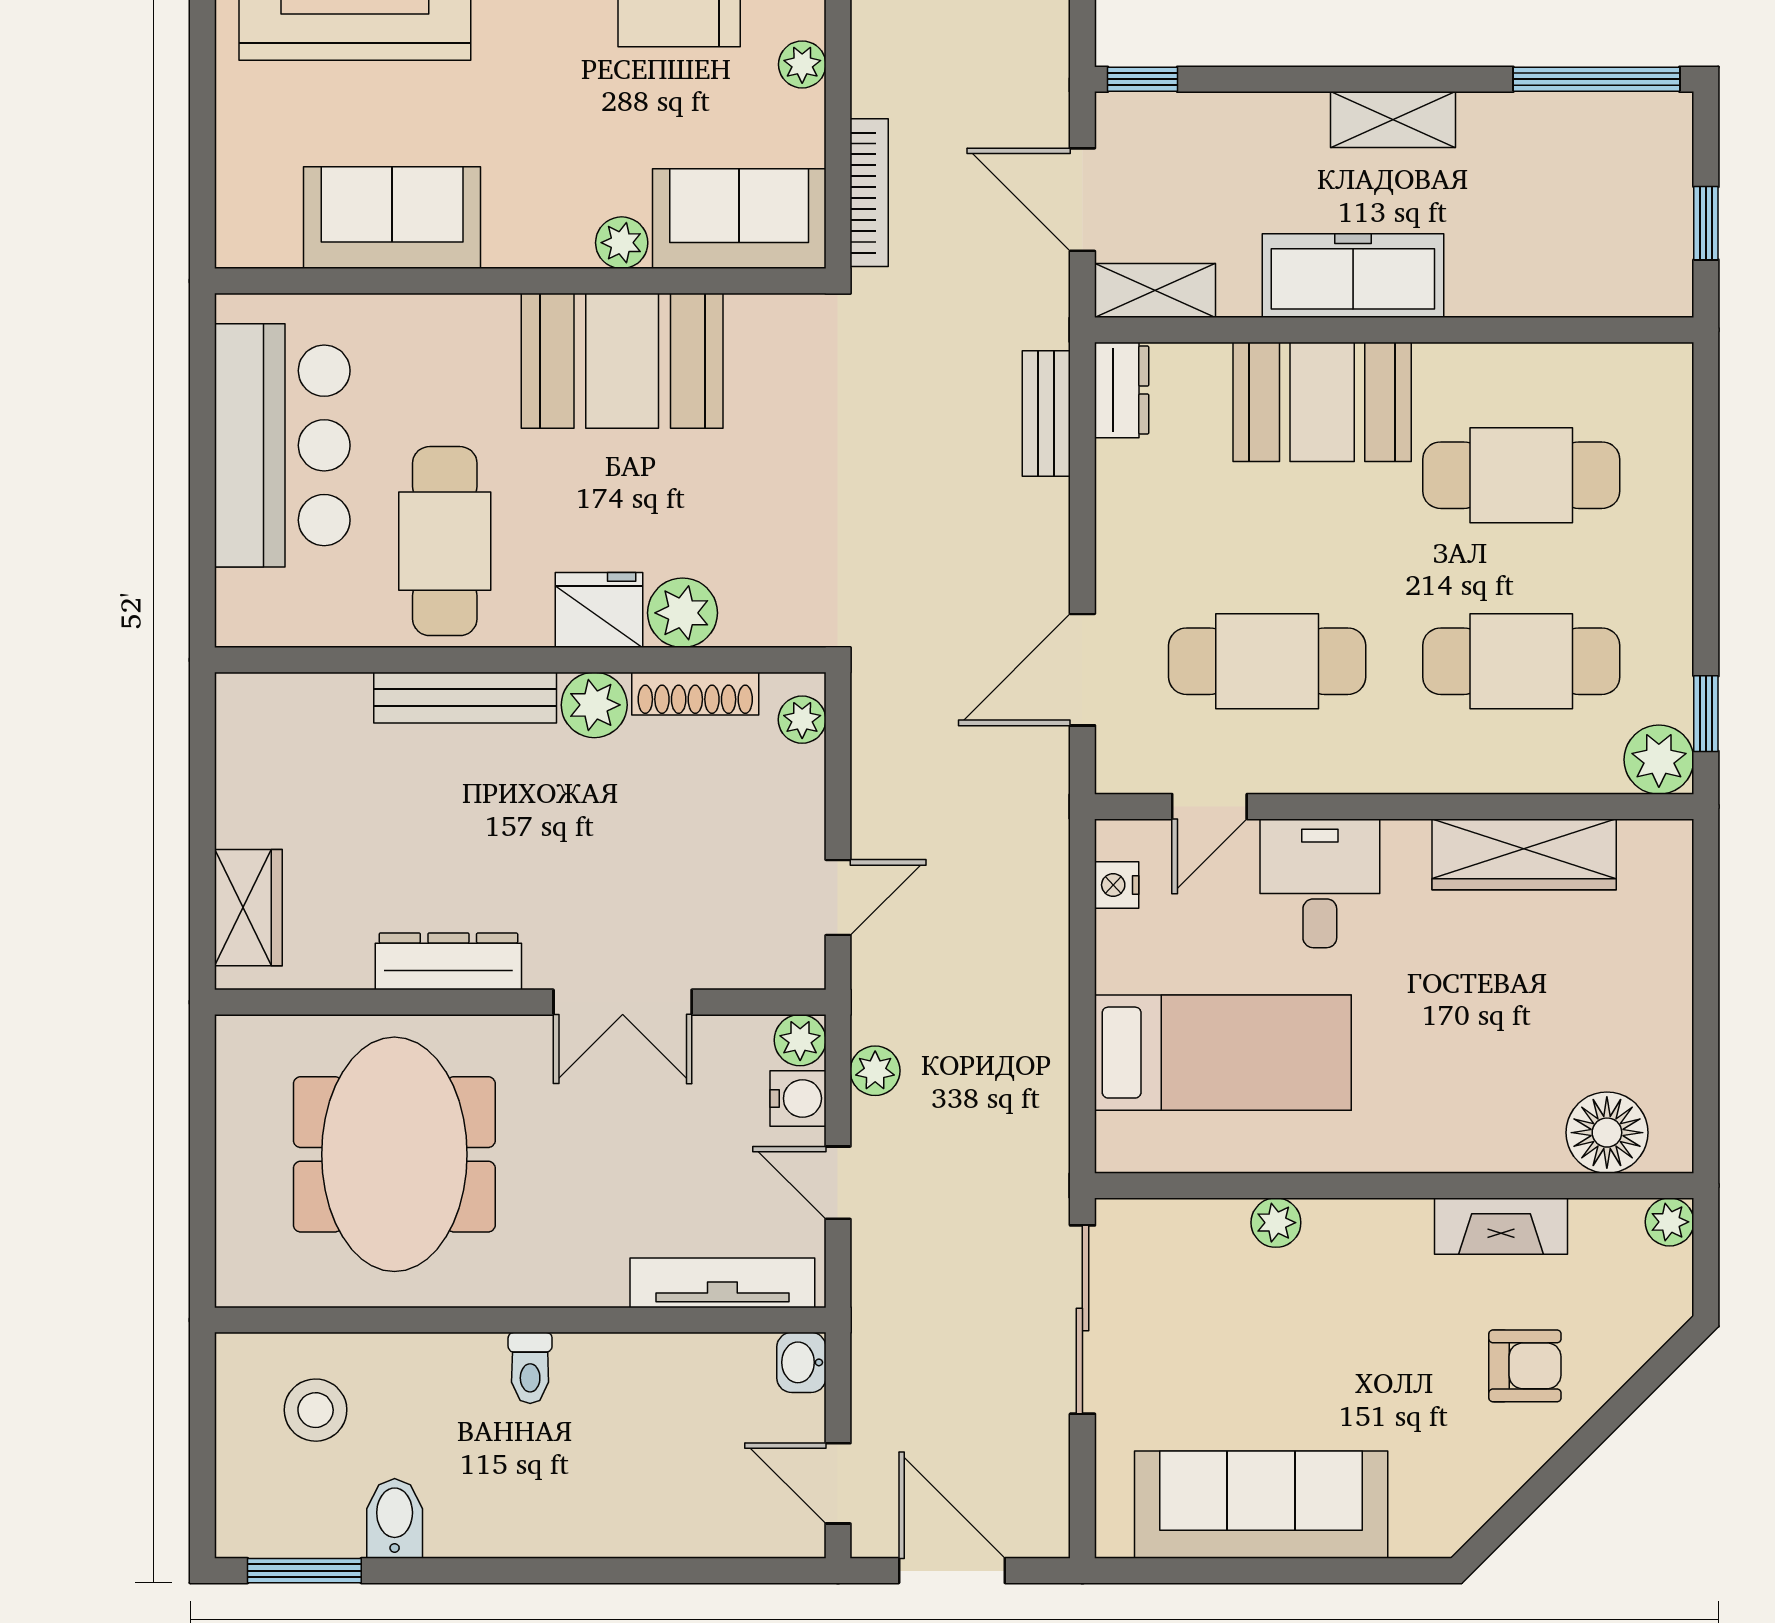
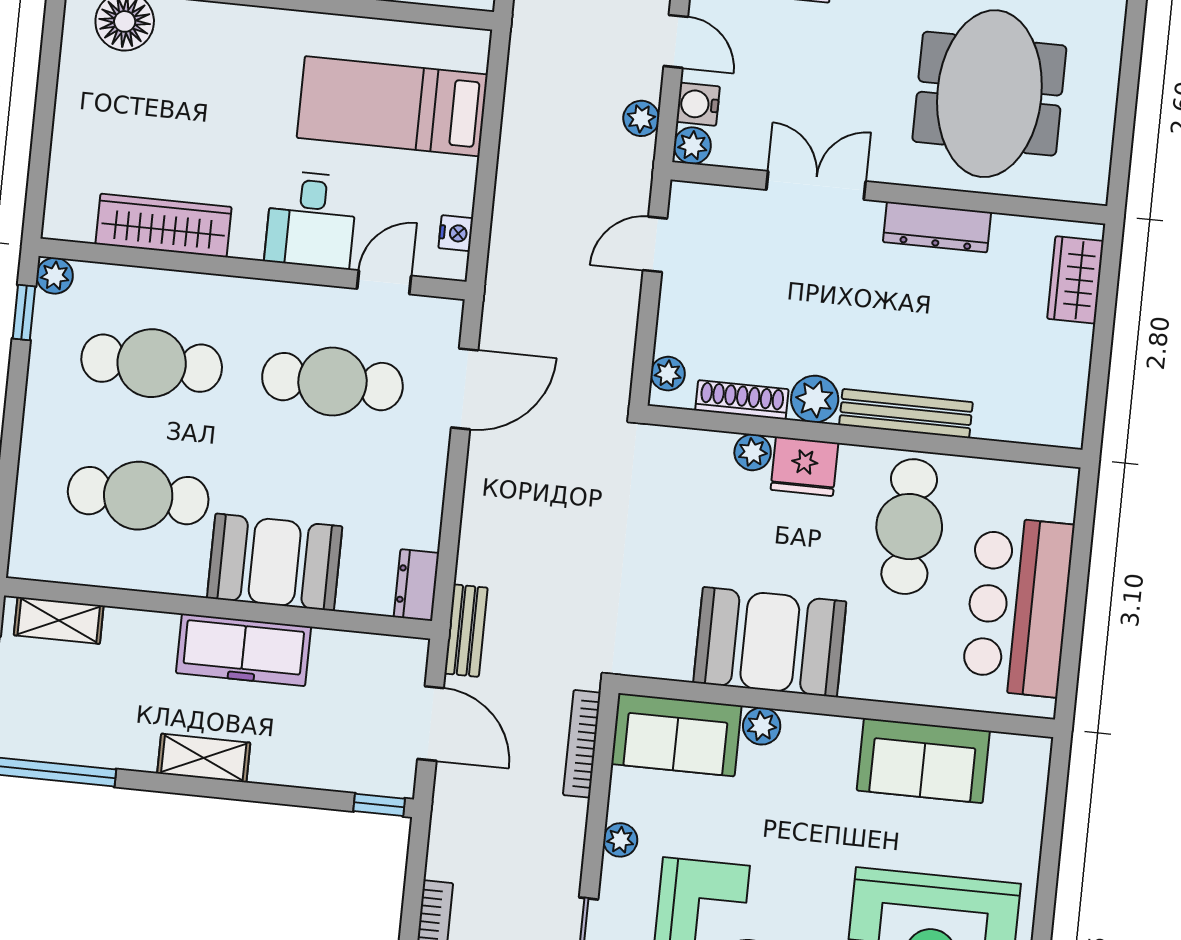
shelving: (1155, 290) -> (59, 620), moved
bench: (1046, 414) -> (466, 631), moved
plant: (682, 613) -> (753, 452), width x0.73, depth x0.73
plant: (1659, 760) -> (55, 276), width x0.73, depth x0.73

